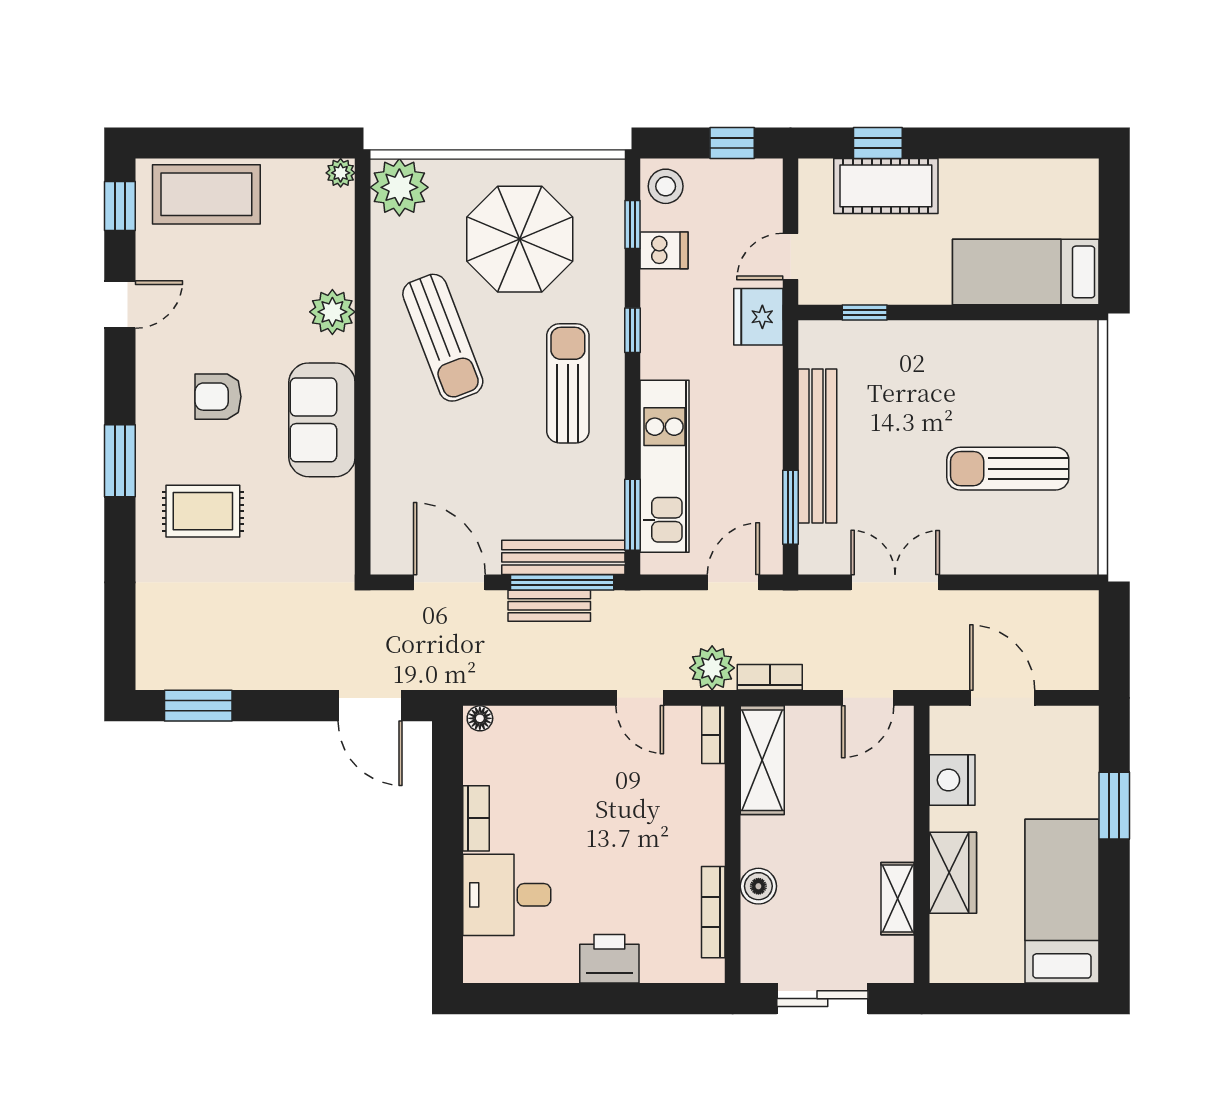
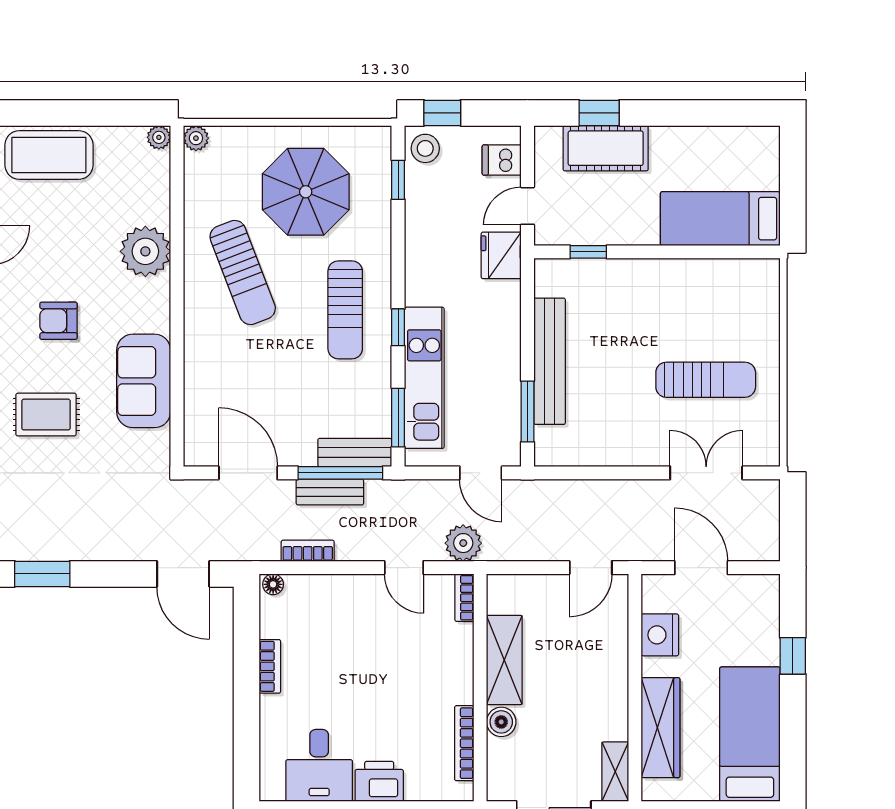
window: (732, 143) -> (442, 113), moved
plant: (399, 187) -> (196, 138), width x0.53, depth x0.53
dishwasher: (664, 250) -> (502, 160), moved, turned 180
plant: (332, 312) -> (145, 251), width x1.36, depth x1.36
window: (632, 330) -> (398, 327), moved
sun lounger: (568, 383) -> (345, 310), turned 180
sofa: (322, 420) -> (144, 381), moved
sun lounger: (1008, 469) -> (706, 380), turned 180
bench: (563, 557) -> (355, 453), width x0.73
door: (733, 582) -> (481, 473), swing flipped
double door: (895, 582) -> (706, 473), moved
bookcase: (770, 677) -> (308, 551), moved
shelving: (762, 760) -> (504, 660), moved
window: (1114, 806) -> (793, 656), width x0.67
wardrobe: (953, 873) -> (661, 728), width x1.50
desk: (507, 895) -> (319, 765), moved, turned -90
shelving: (898, 899) -> (615, 772), moved

